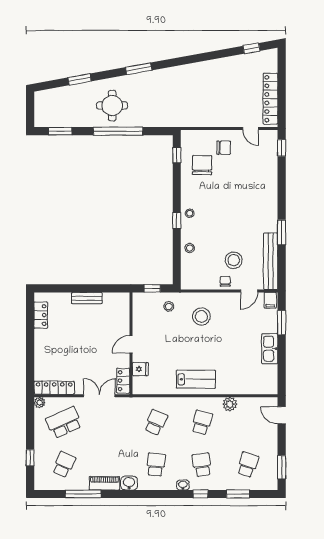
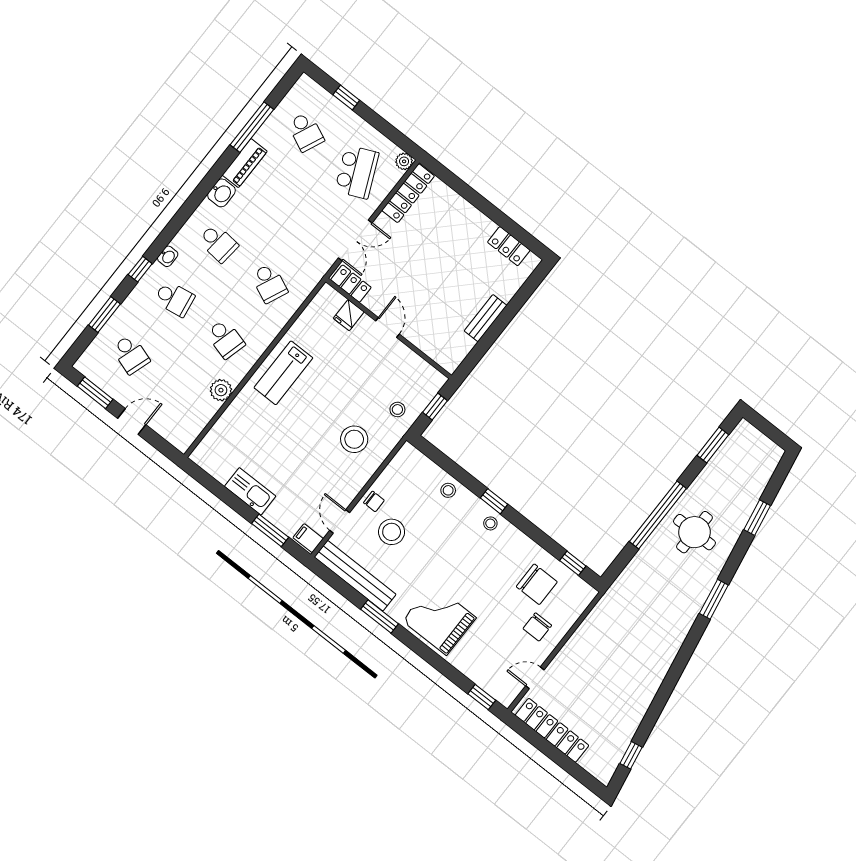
grand piano: (259, 201) -> (439, 619), added
door: (282, 415) -> (132, 421), moved

